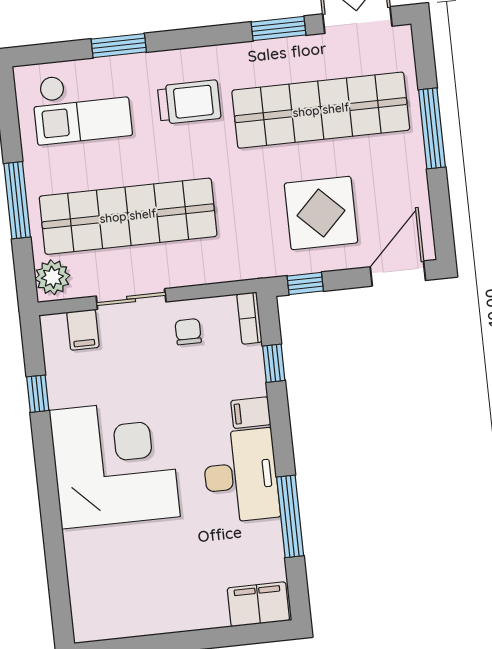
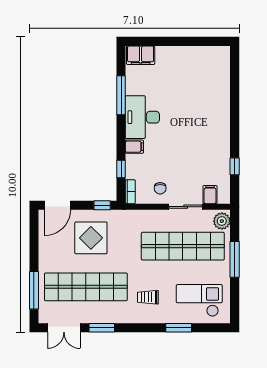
trolley: (189, 102) -> (148, 297), width x0.73, depth x0.72
window: (432, 128) -> (34, 290), moved
corner desk: (115, 463) -> (202, 129), removed

